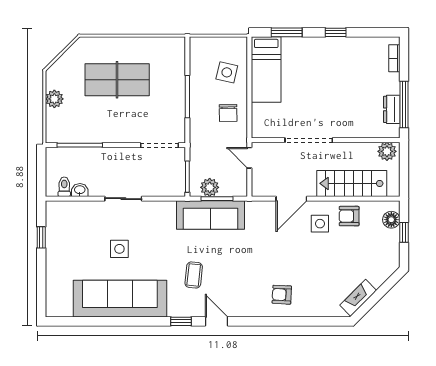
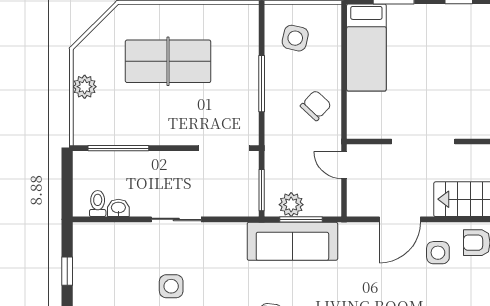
side table: (227, 72) -> (295, 38), moved
chair: (228, 113) -> (316, 105), turned -136

